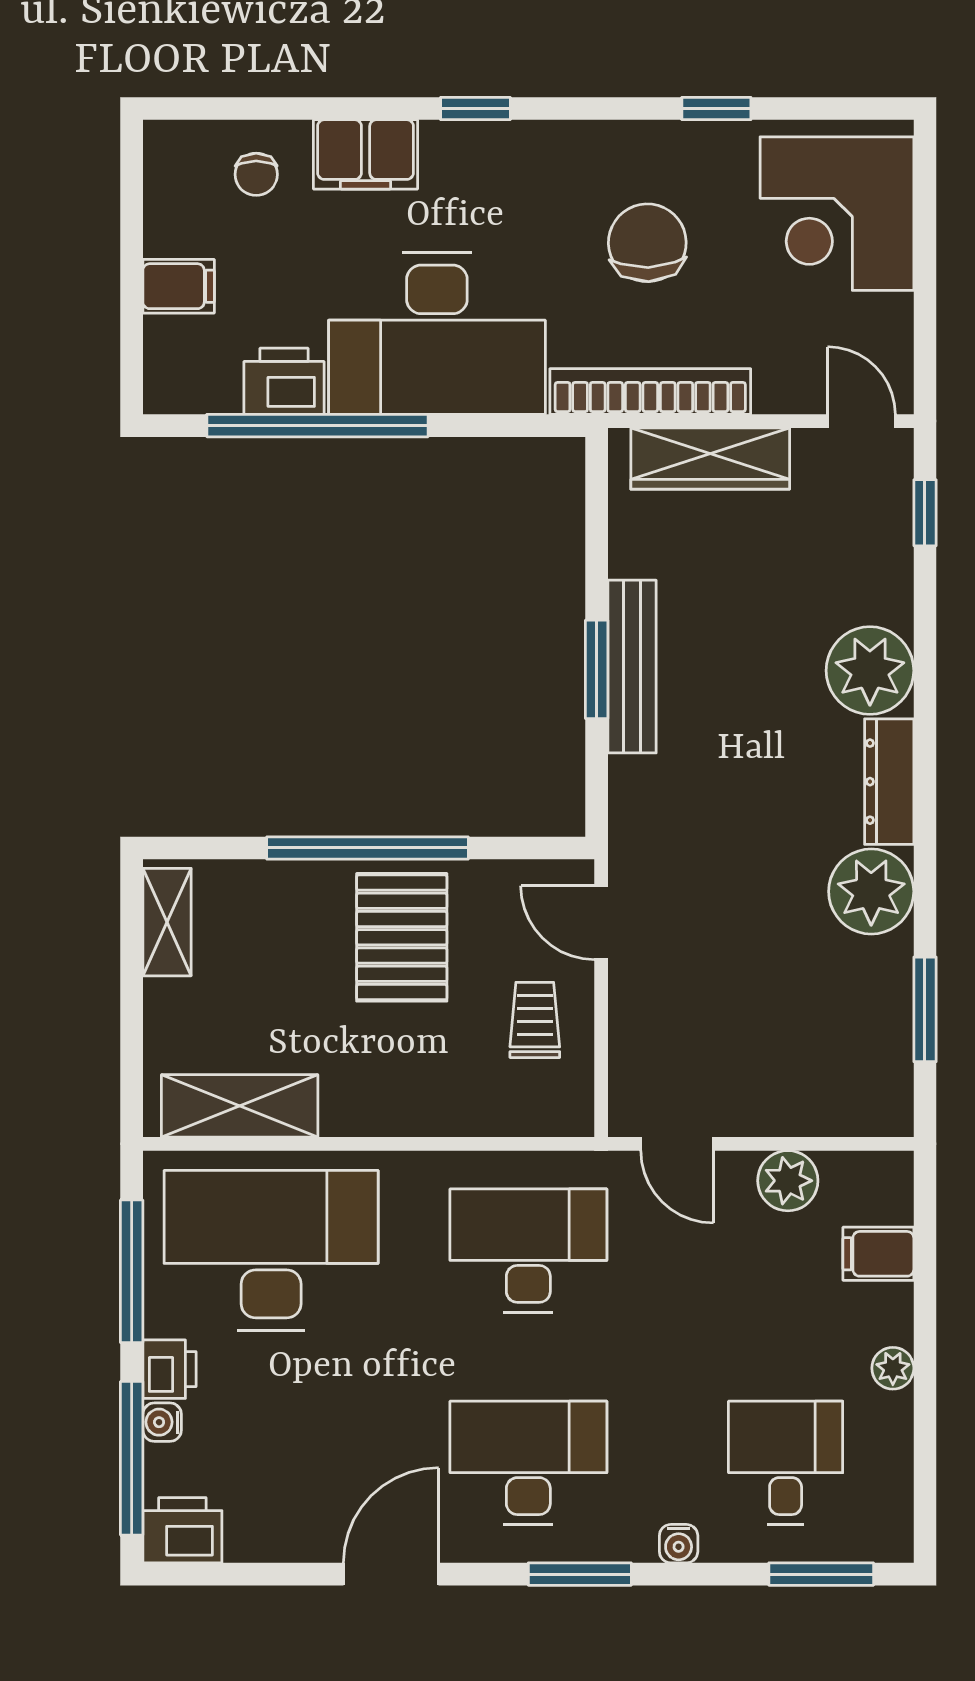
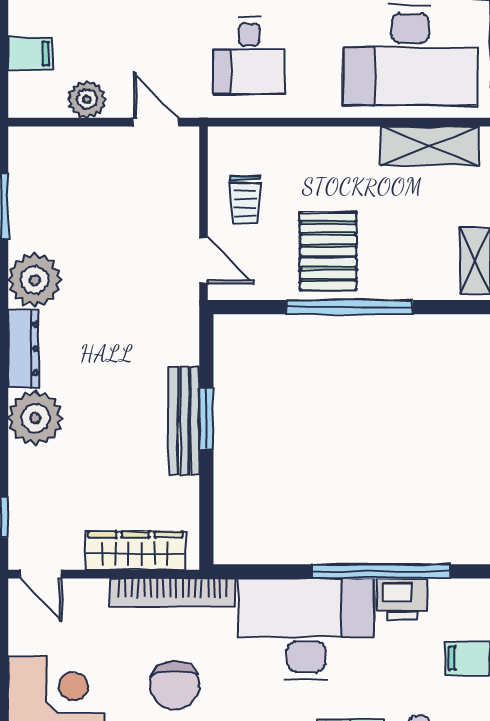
desk: (528, 1251) -> (249, 55), width x0.73

